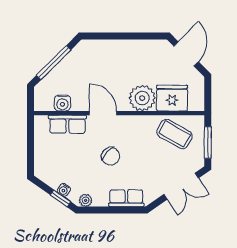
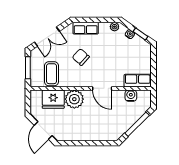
row of seats: (67, 124) -> (138, 81), moved
coffee table: (174, 134) -> (51, 74), turned 60
chair: (111, 156) -> (81, 57), moved
double door: (181, 186) -> (47, 37), swing flipped
window: (60, 198) -> (141, 34), moved

